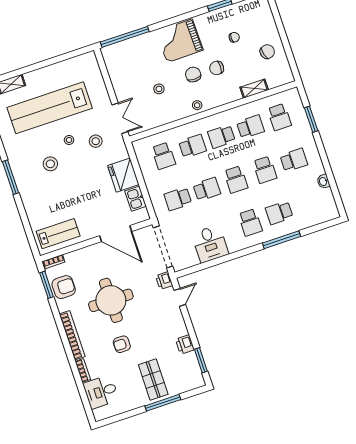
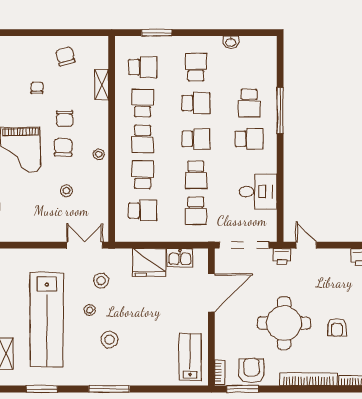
chair: (193, 75) -> (63, 147), turned 90
school desk: (207, 189) -> (196, 175), turned 180

